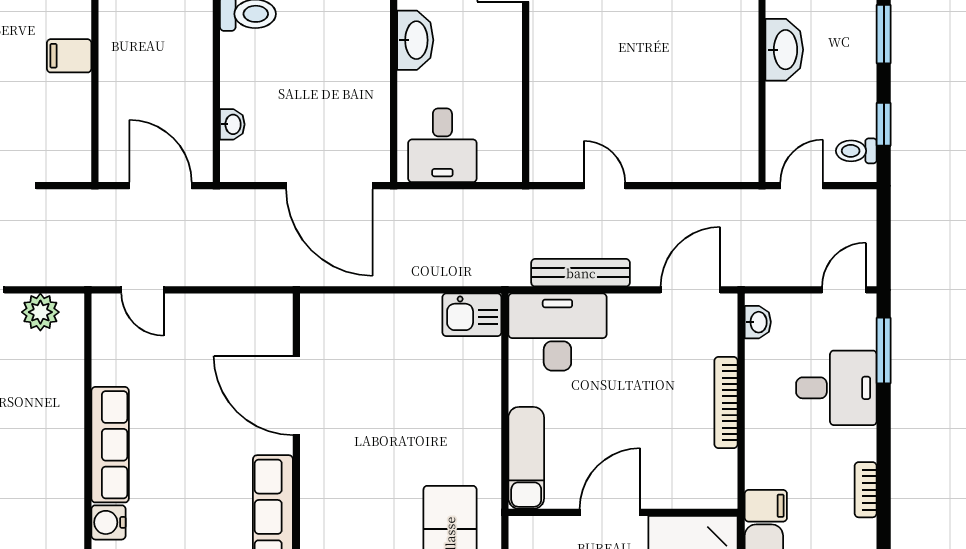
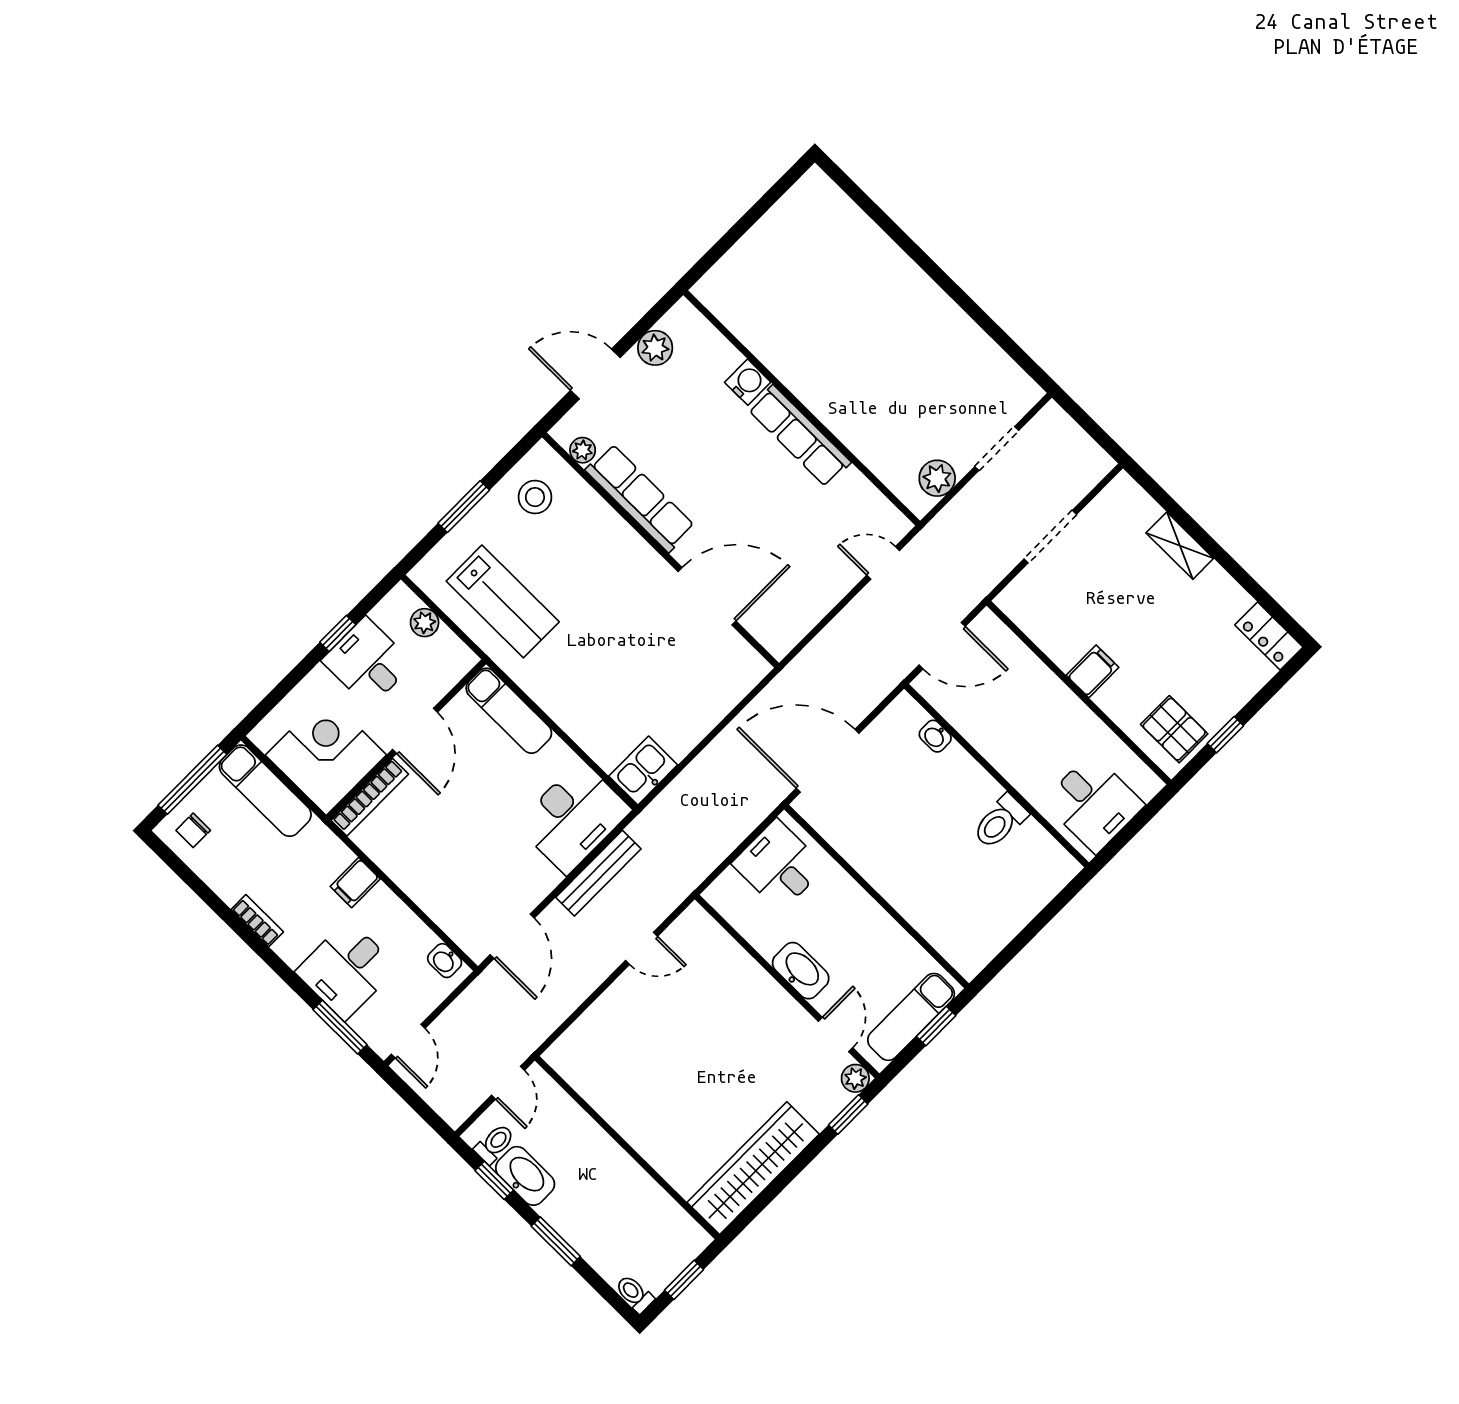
washbasin: (415, 40) -> (801, 971), moved, turned 180
washbasin: (784, 50) -> (525, 1176), moved, turned 180
bookcase: (726, 403) -> (370, 797), moved, turned 90
filing cabinet: (766, 506) -> (355, 883), moved

